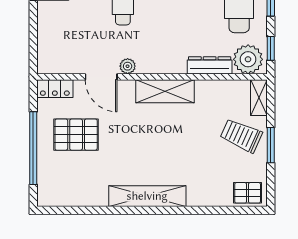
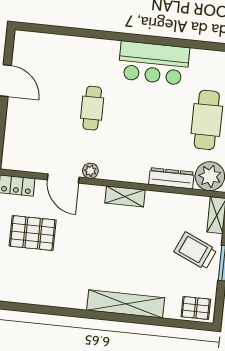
shelving: (165, 91) -> (125, 196), width x0.67, depth x0.75
shelving: (147, 196) -> (126, 304), moved

